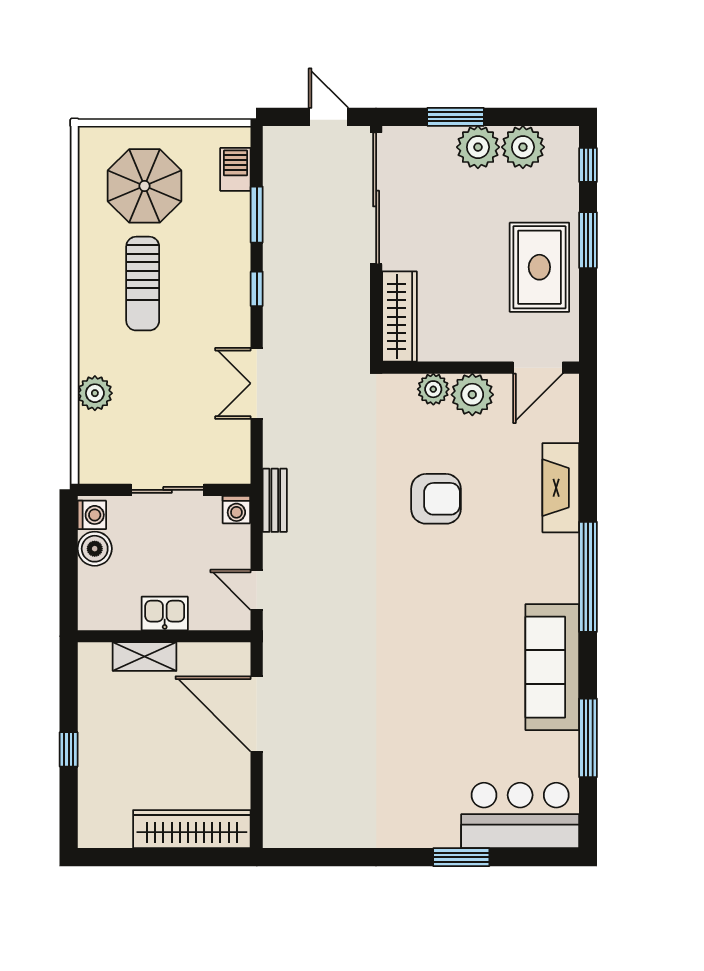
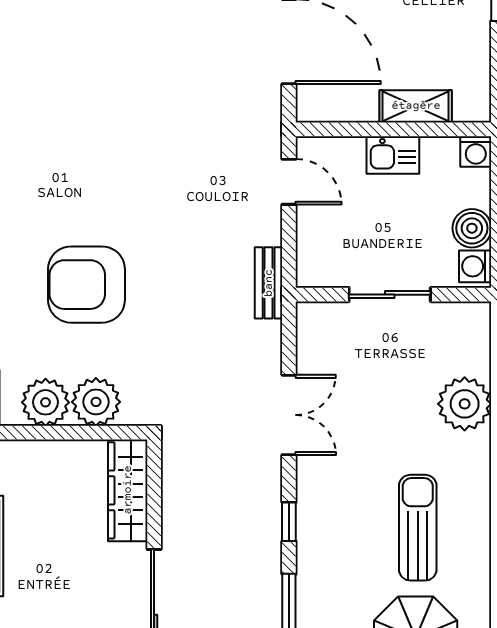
plant: (433, 389) -> (96, 402), width x1.36, depth x1.36
plant: (95, 393) -> (465, 404), width x1.36, depth x1.36
armchair: (436, 499) -> (86, 285), width x1.36, depth x1.36
washing machine: (236, 510) -> (476, 152), moved, turned 180

